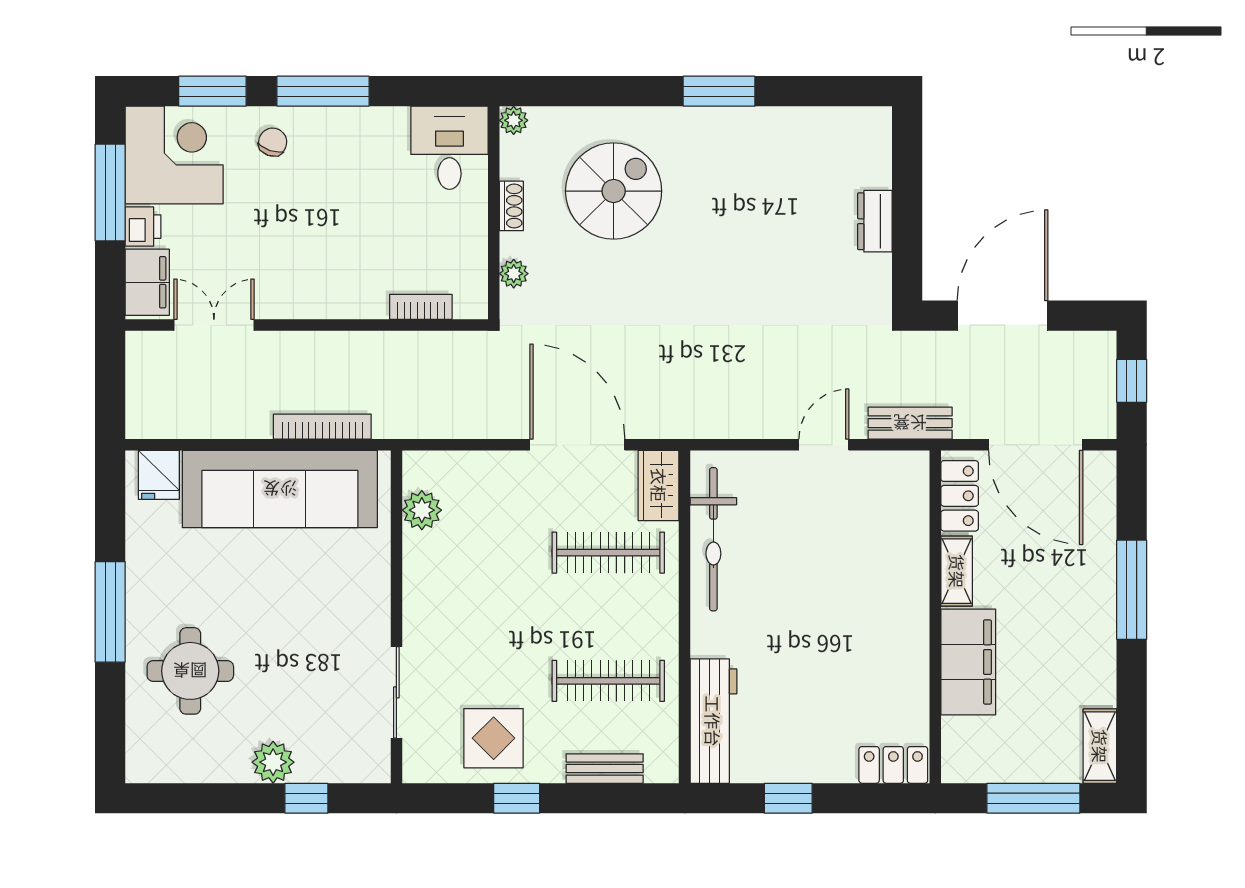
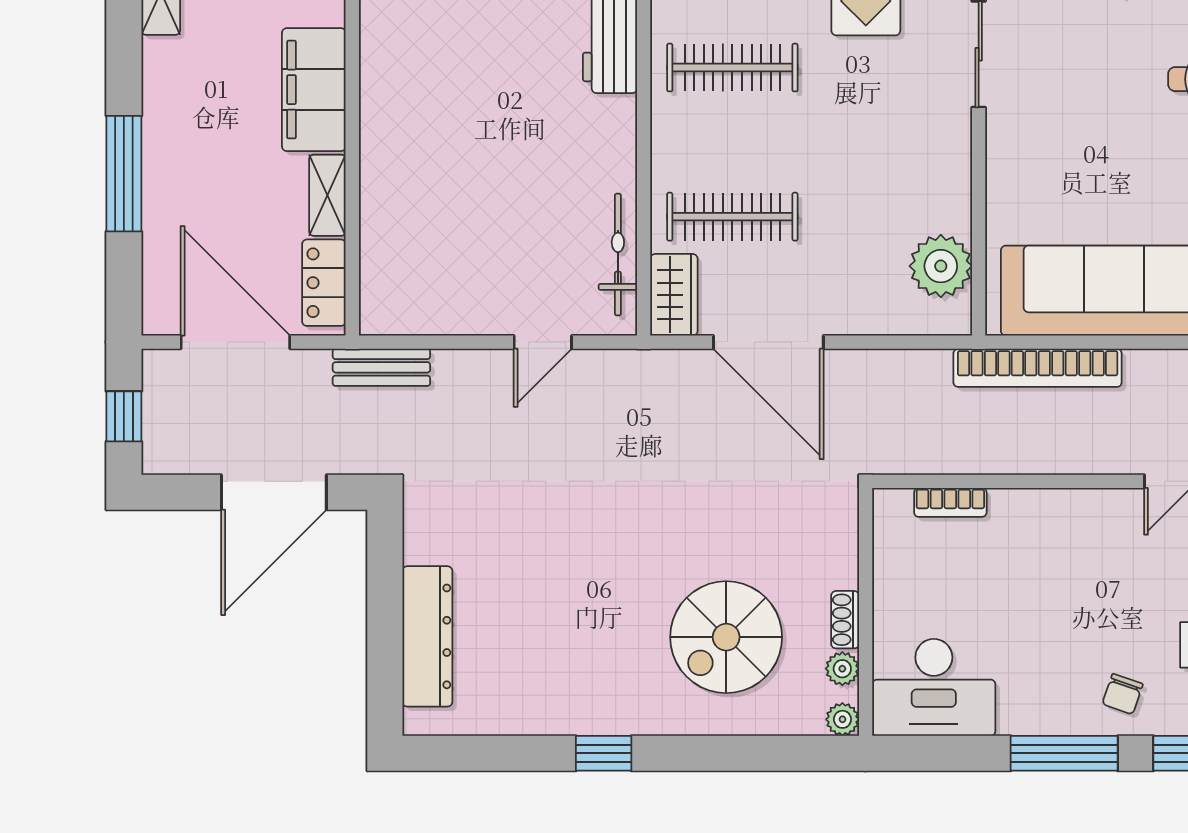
window: (719, 91) -> (604, 753), width x0.67
desk: (449, 148) -> (934, 687), width x1.37
dresser: (875, 221) -> (427, 636), width x1.96, depth x1.24
plant: (514, 274) -> (842, 669), moved
bookcase: (322, 427) -> (1038, 368), width x1.48, depth x1.31
door: (824, 445) -> (543, 342), moved
plant: (422, 510) -> (941, 266), width x1.36, depth x1.36
bicycle: (713, 539) -> (618, 255), width x0.73, depth x0.71

